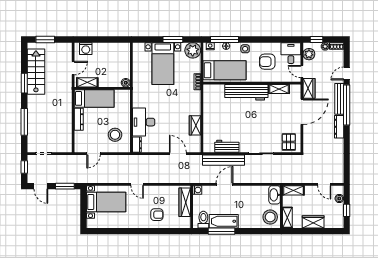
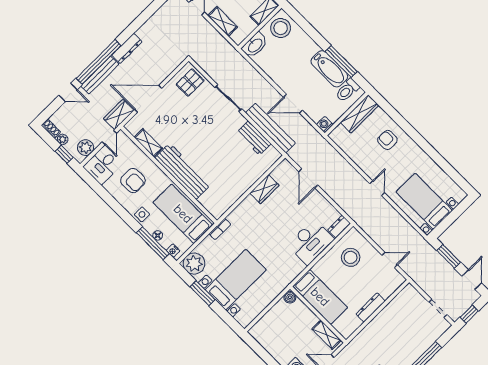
bed: (94, 98) -> (320, 297), moved, turned 180
shelving: (293, 190) -> (223, 21), moved
wardrobe: (185, 202) -> (359, 114), moved

